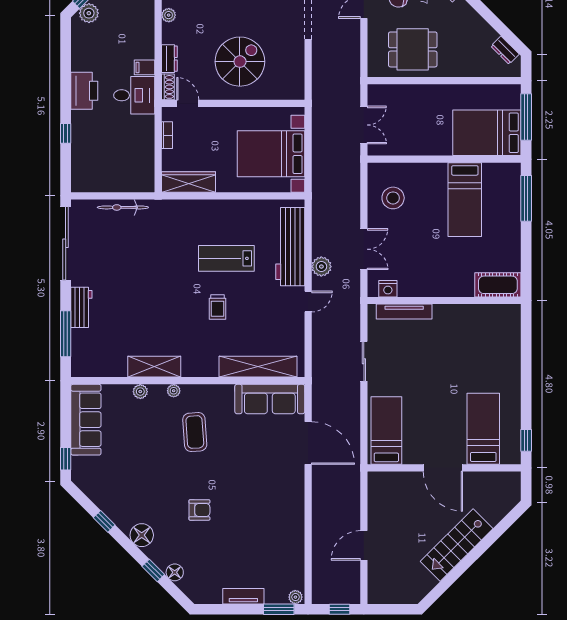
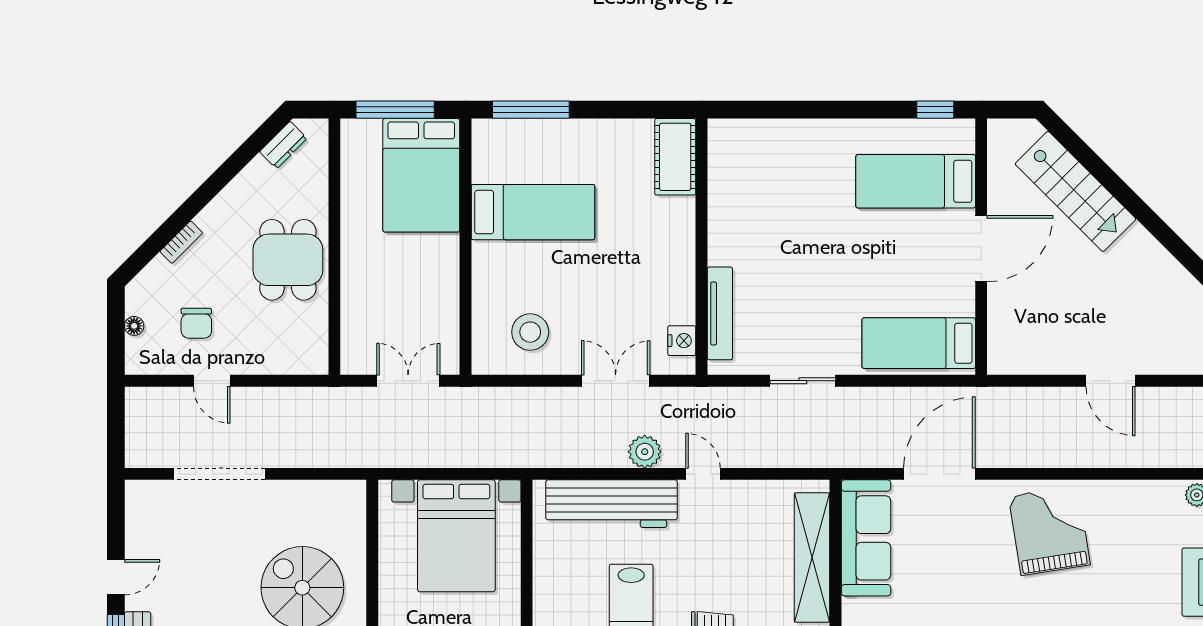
dining table: (413, 49) -> (288, 260), moved
grand piano: (274, 509) -> (1049, 530), added
stairs: (457, 545) -> (1075, 191), moved

